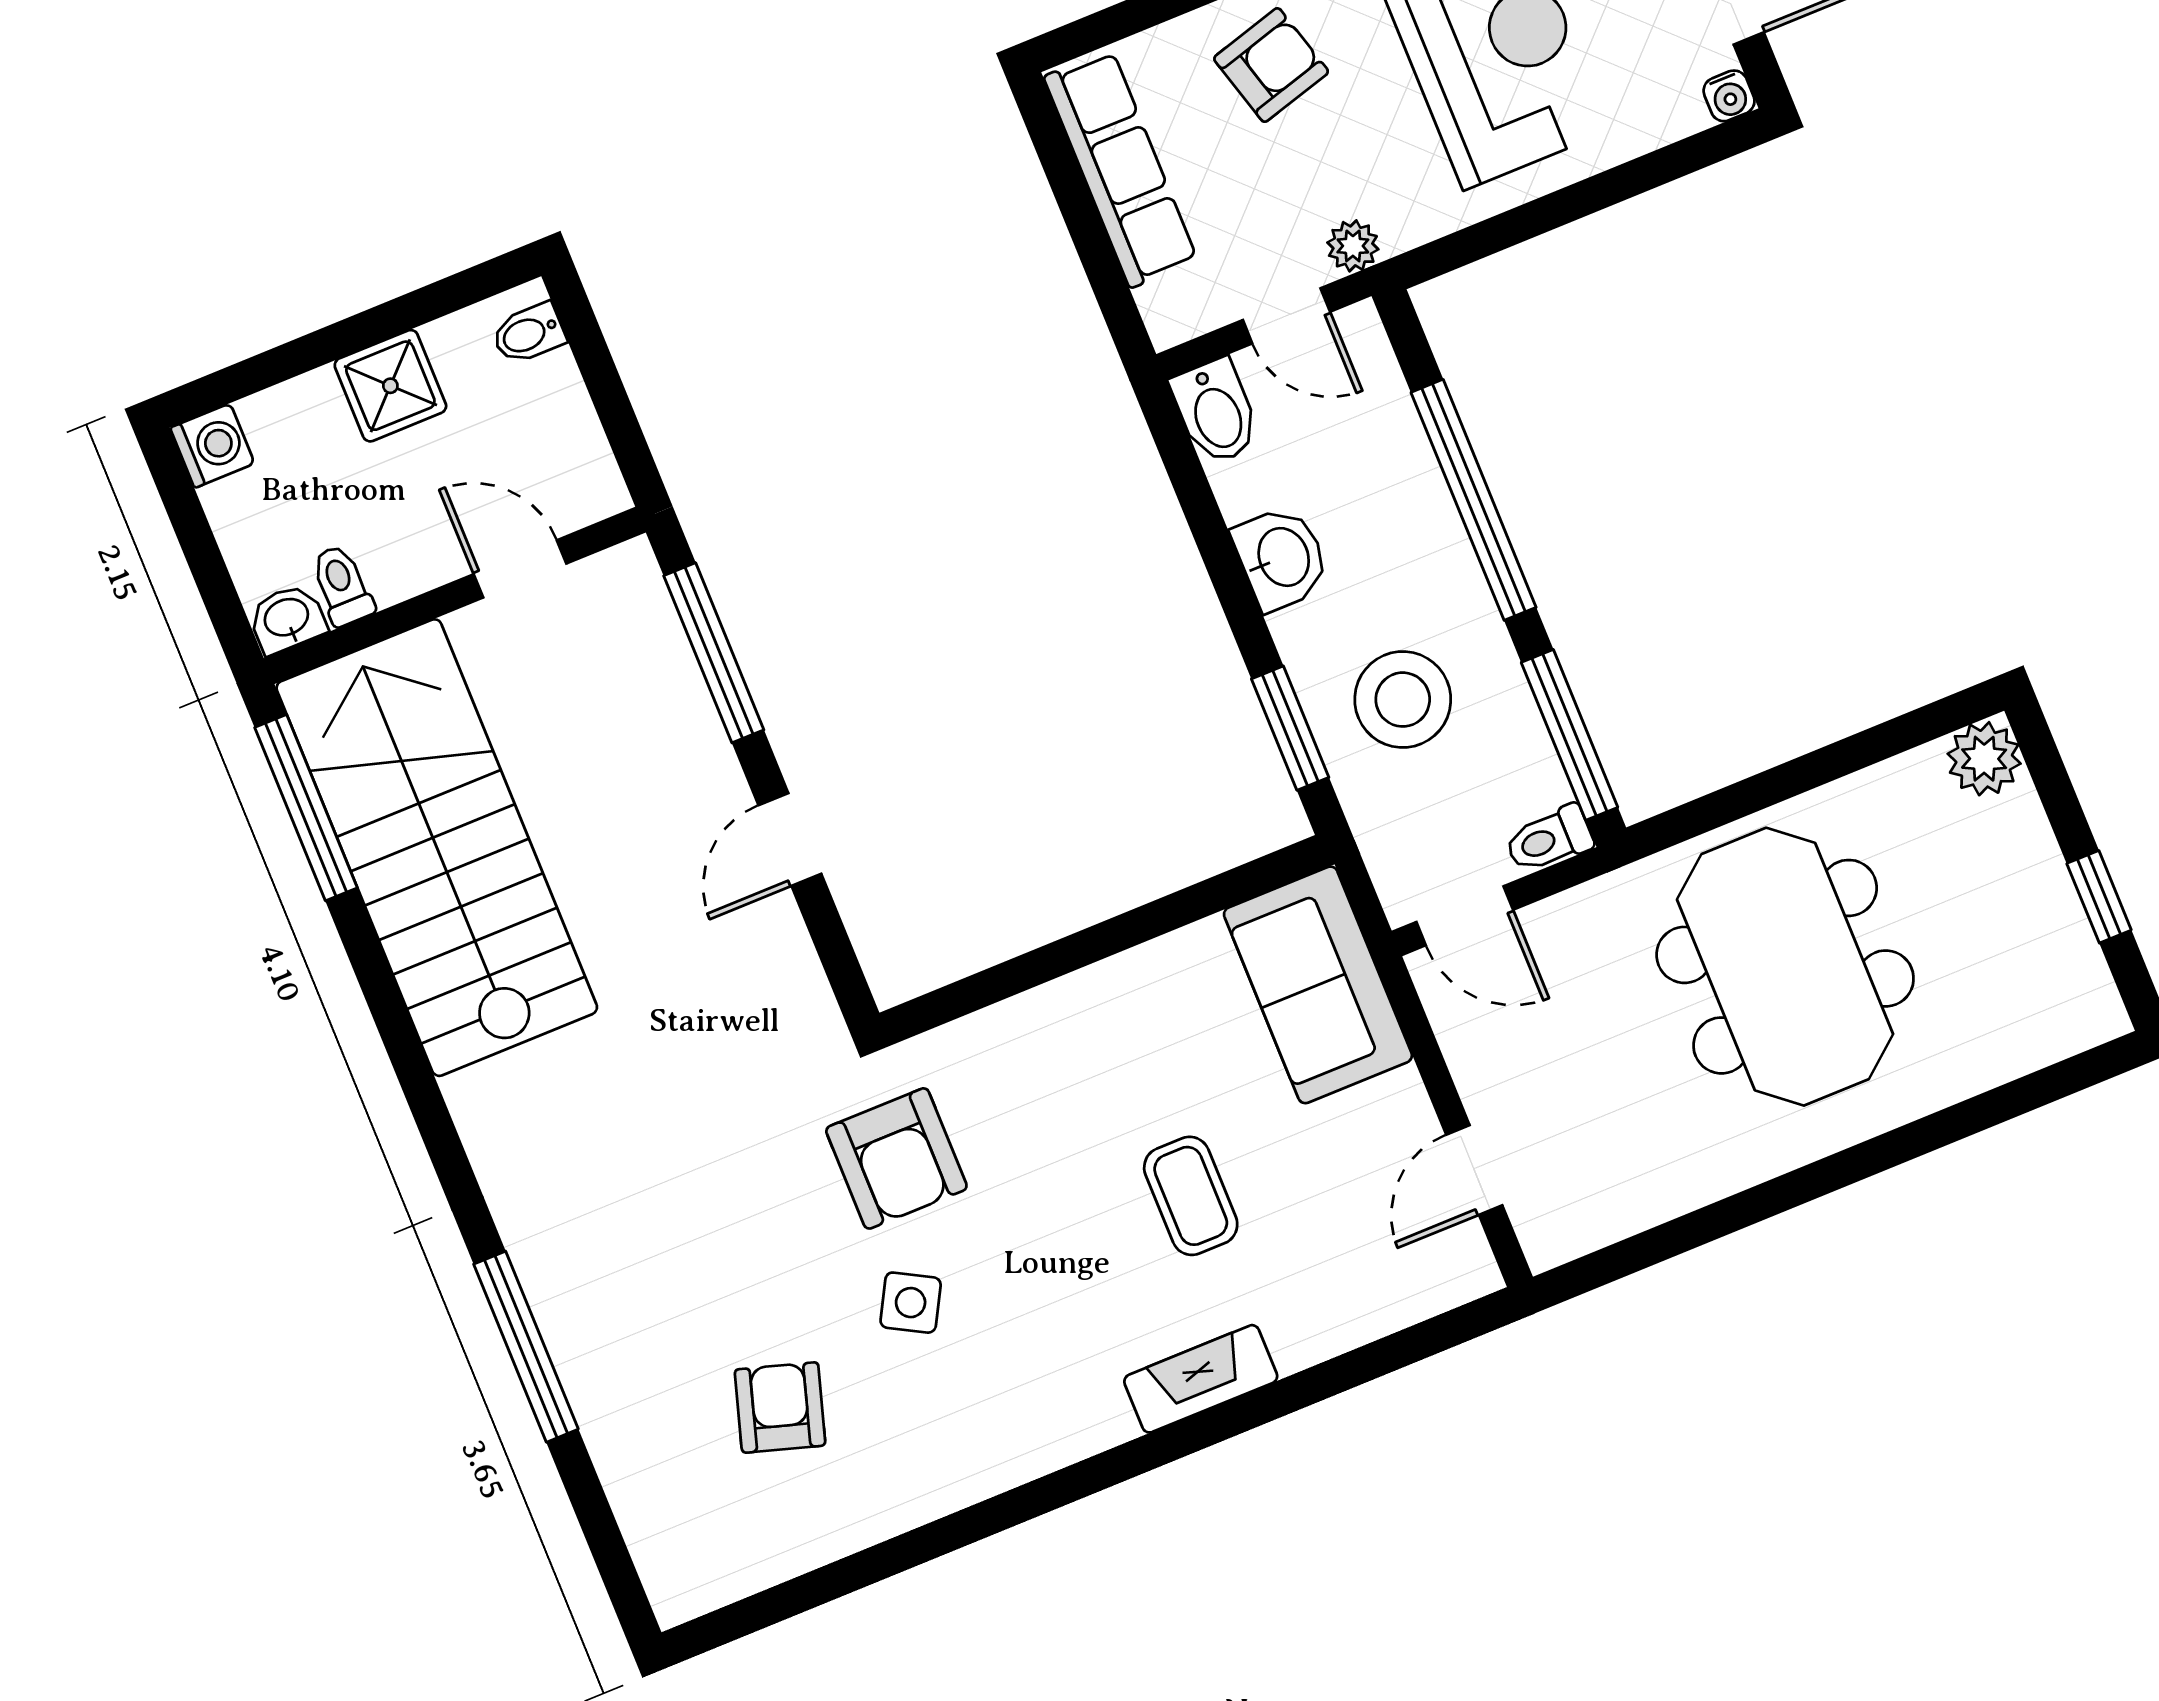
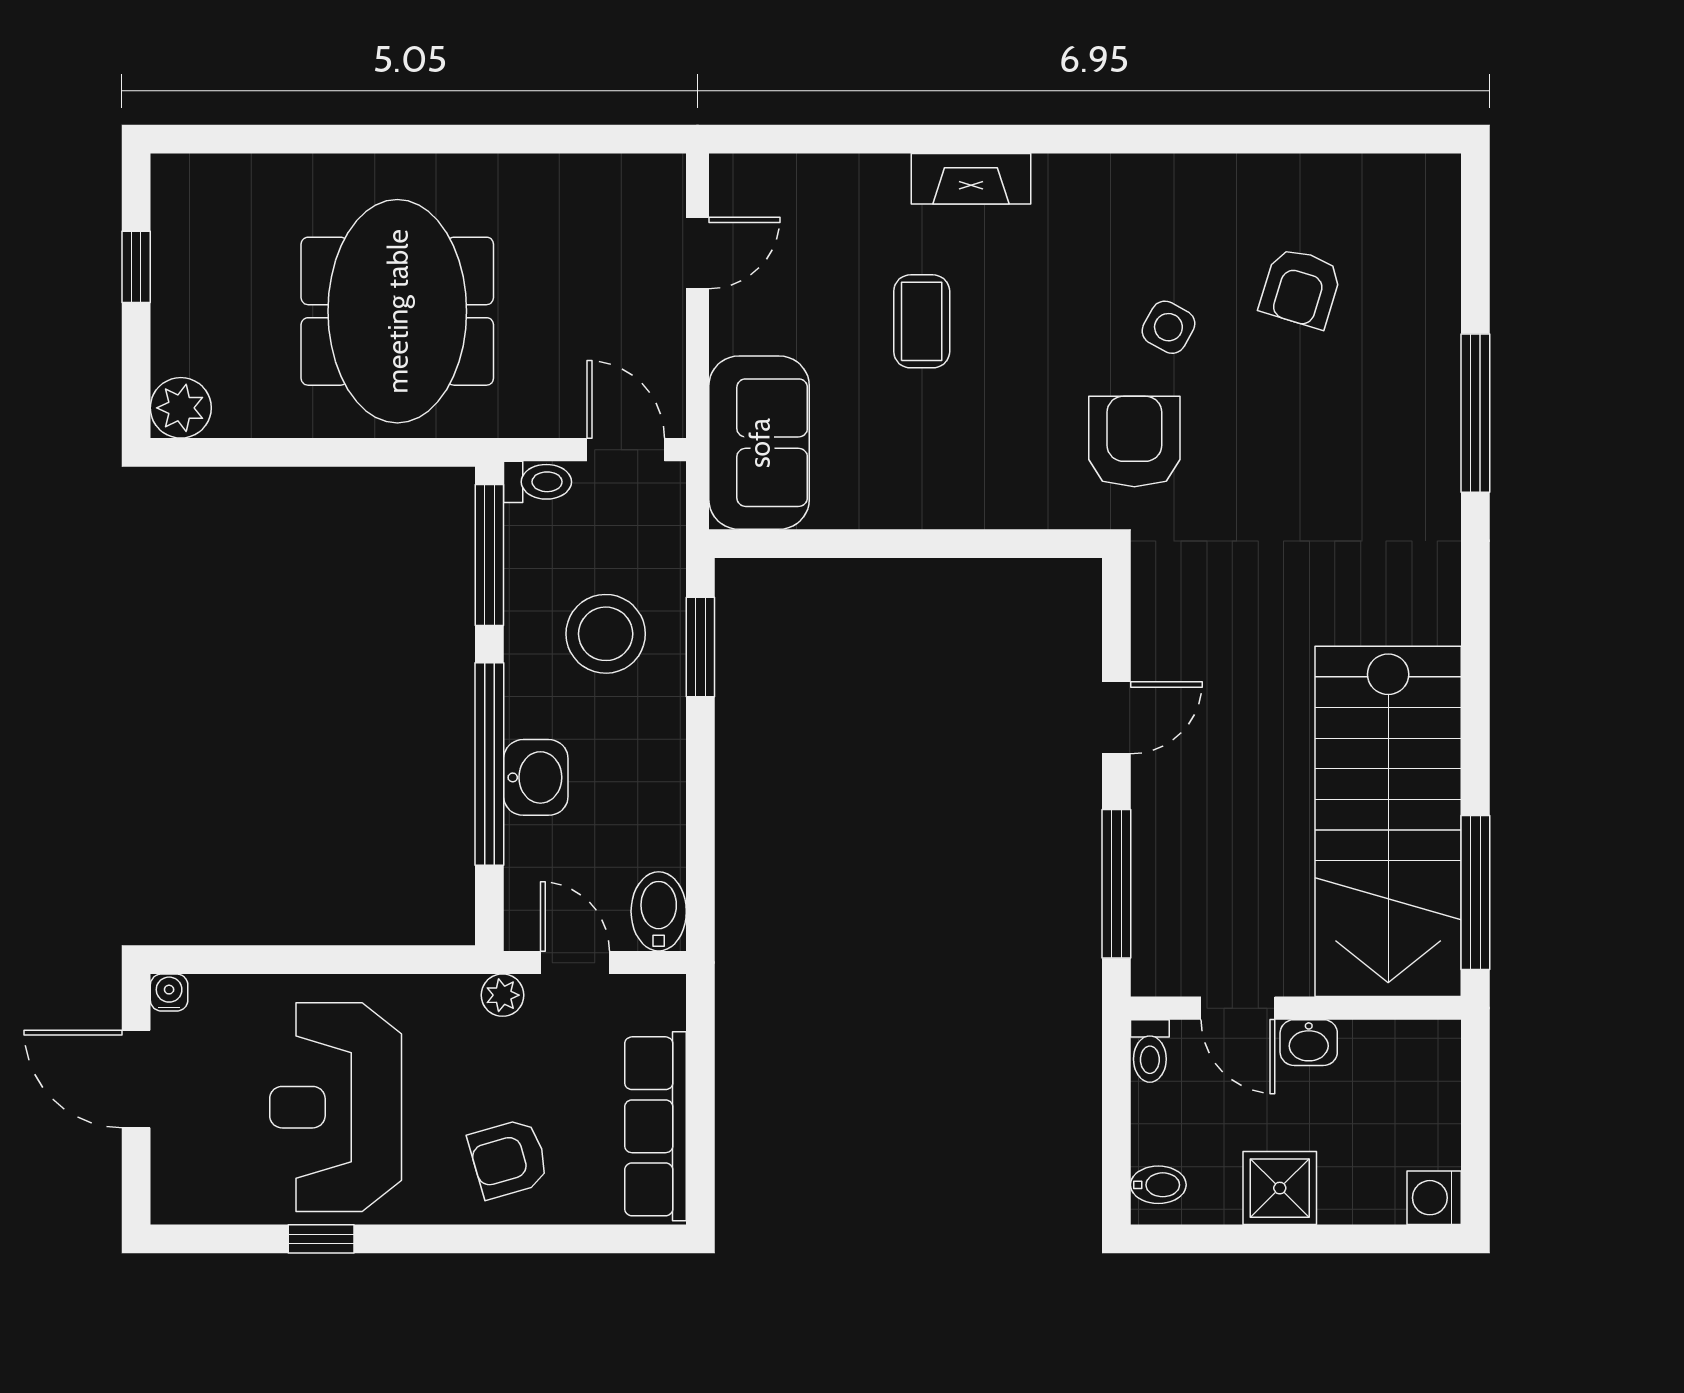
washbasin: (1282, 558) -> (536, 777), moved, turned 180
toilet: (342, 585) -> (1150, 1051), moved
washbasin: (287, 619) -> (1309, 1043), moved

